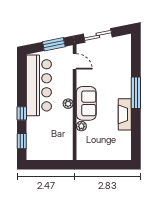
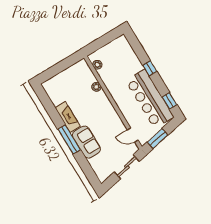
sofa: (86, 103) -> (86, 142), moved, turned 180
plant: (68, 104) -> (97, 65), moved
window: (22, 141) -> (169, 101), moved

